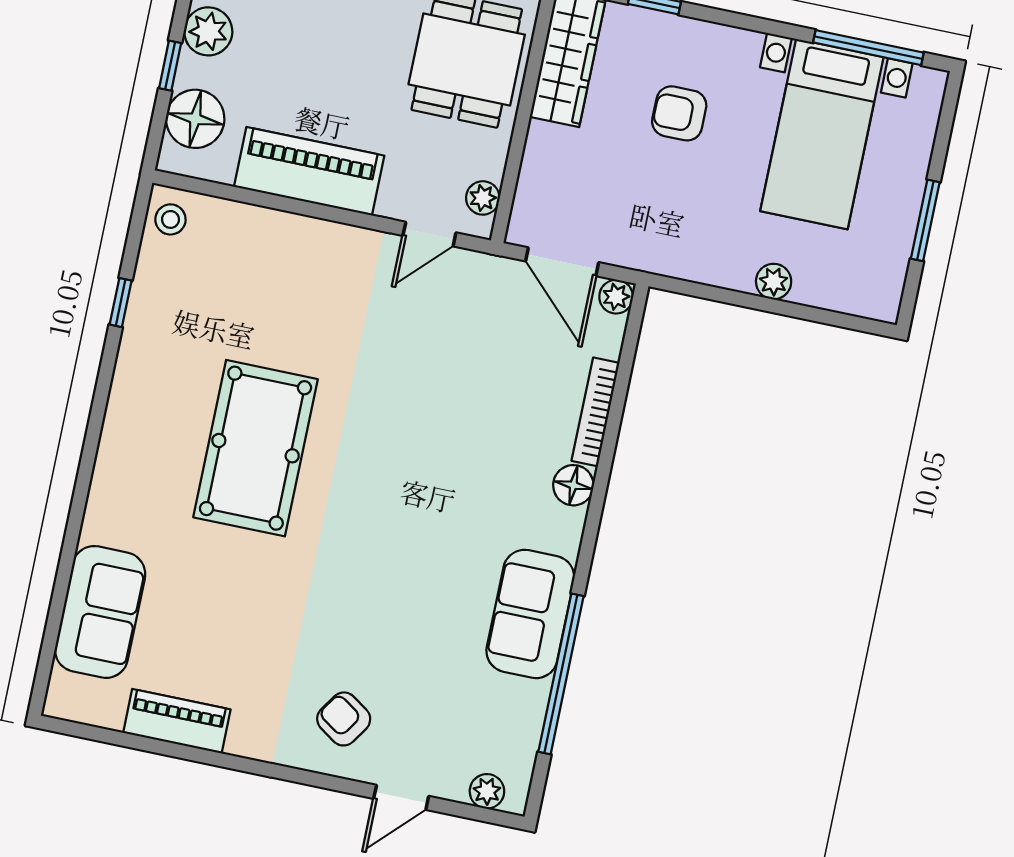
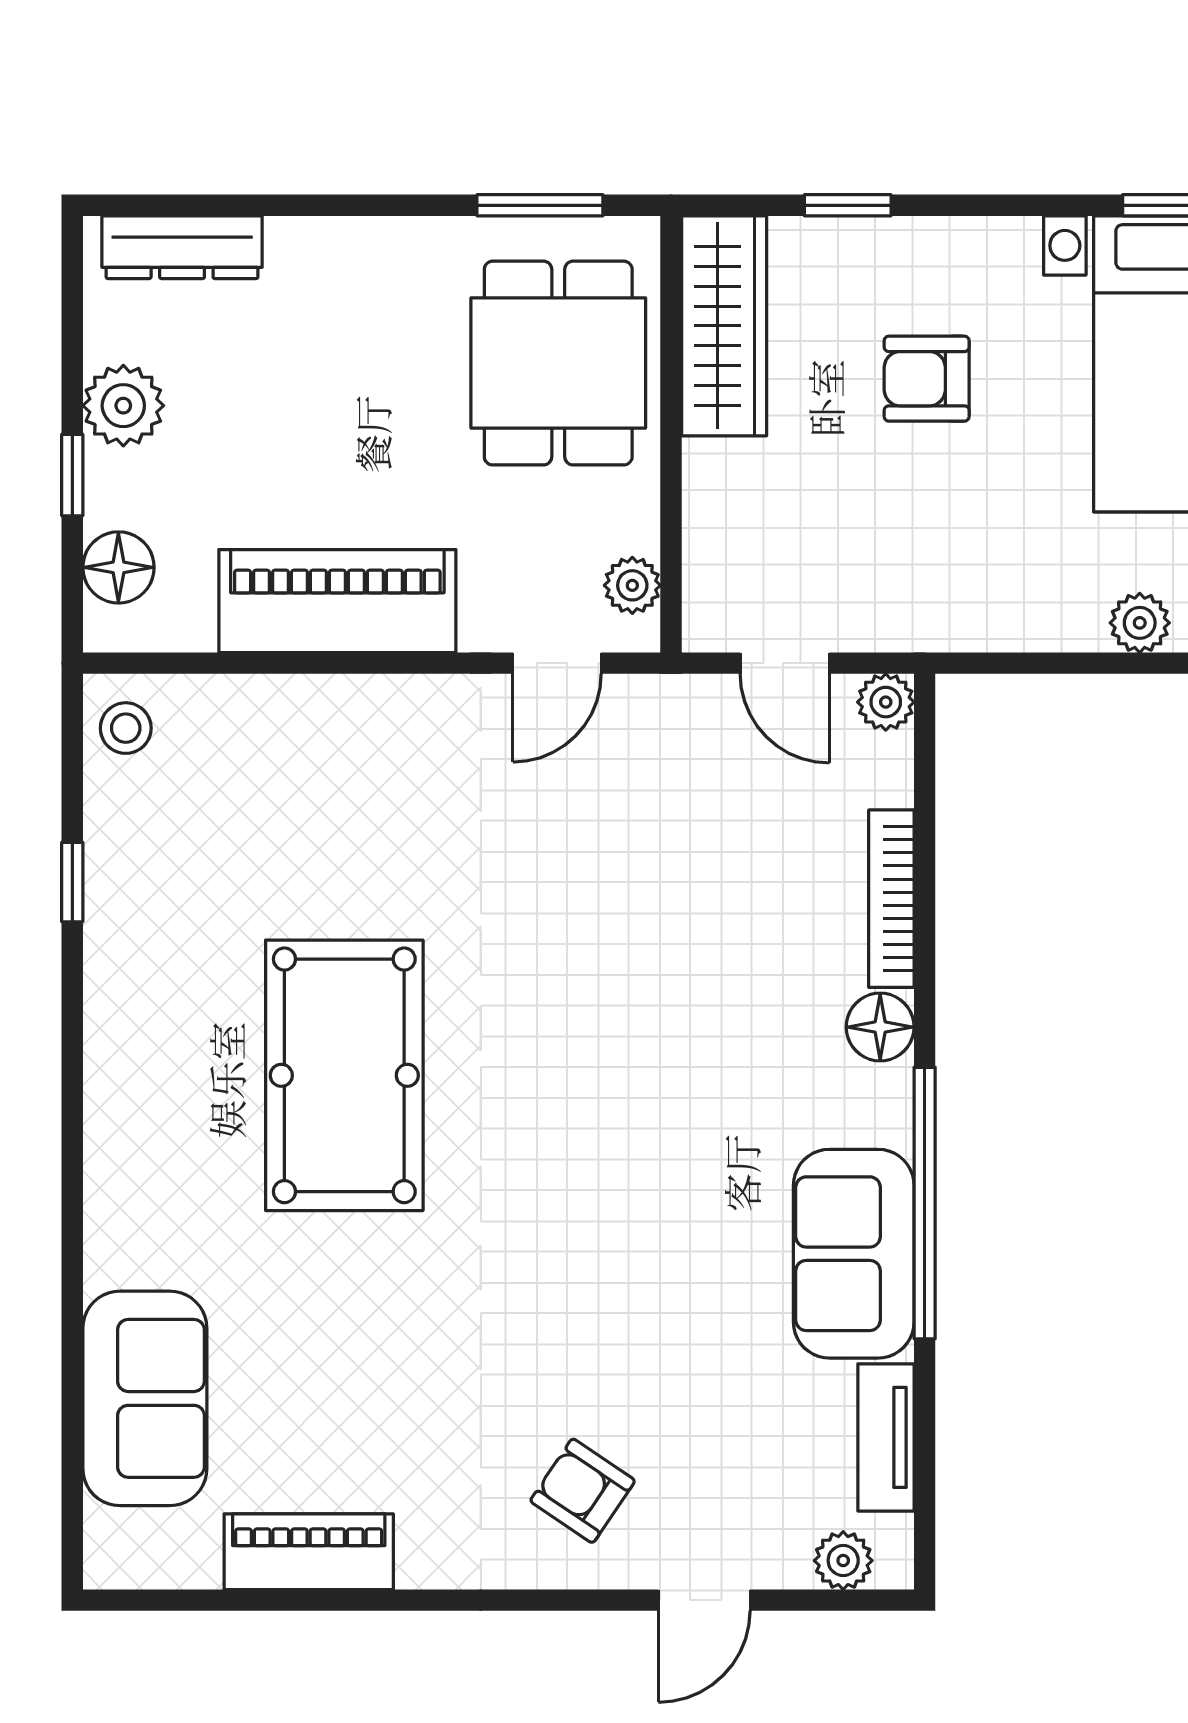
floor lamp: (195, 119) -> (118, 567), width x0.73, depth x0.73
door: (562, 262) -> (785, 663), width x0.73
window: (561, 674) -> (925, 1203), moved
tv unit: (527, 725) -> (886, 1437), added

